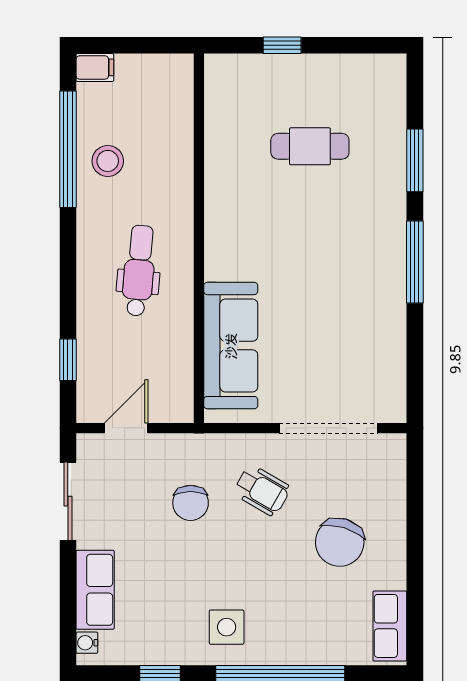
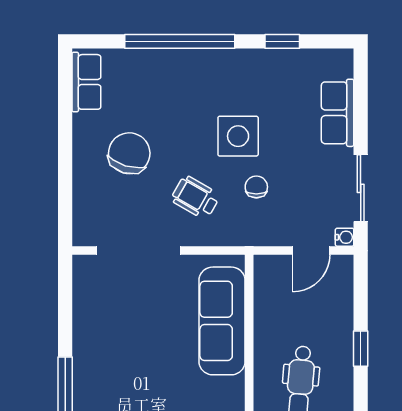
window: (68, 360) -> (361, 349), moved
chair: (191, 503) -> (256, 187), width x0.73, depth x0.73
side table: (227, 627) -> (238, 136), moved, width x1.37, depth x1.37
water cooler: (87, 643) -> (345, 237), moved

